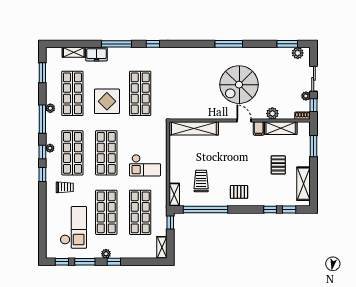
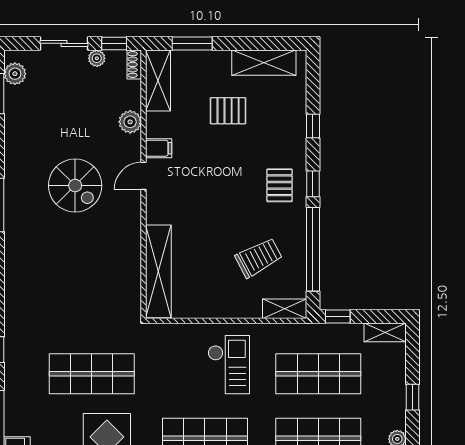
spiral stairs: (239, 85) -> (75, 185), width x0.73, depth x0.73
shelving: (281, 128) -> (158, 81), moved
trolley: (201, 181) -> (259, 258), turned 152
window: (289, 209) -> (313, 184), moved
window: (114, 262) -> (412, 397), moved

